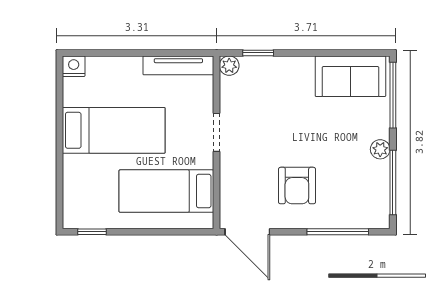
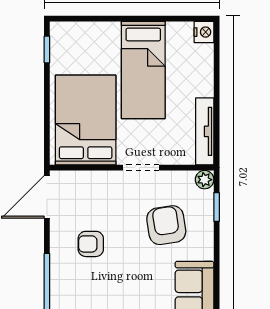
armchair: (277, 106) -> (166, 225), added
armchair: (297, 186) -> (91, 244), width x0.72, depth x0.72
bed: (166, 191) -> (86, 120), width x1.50

